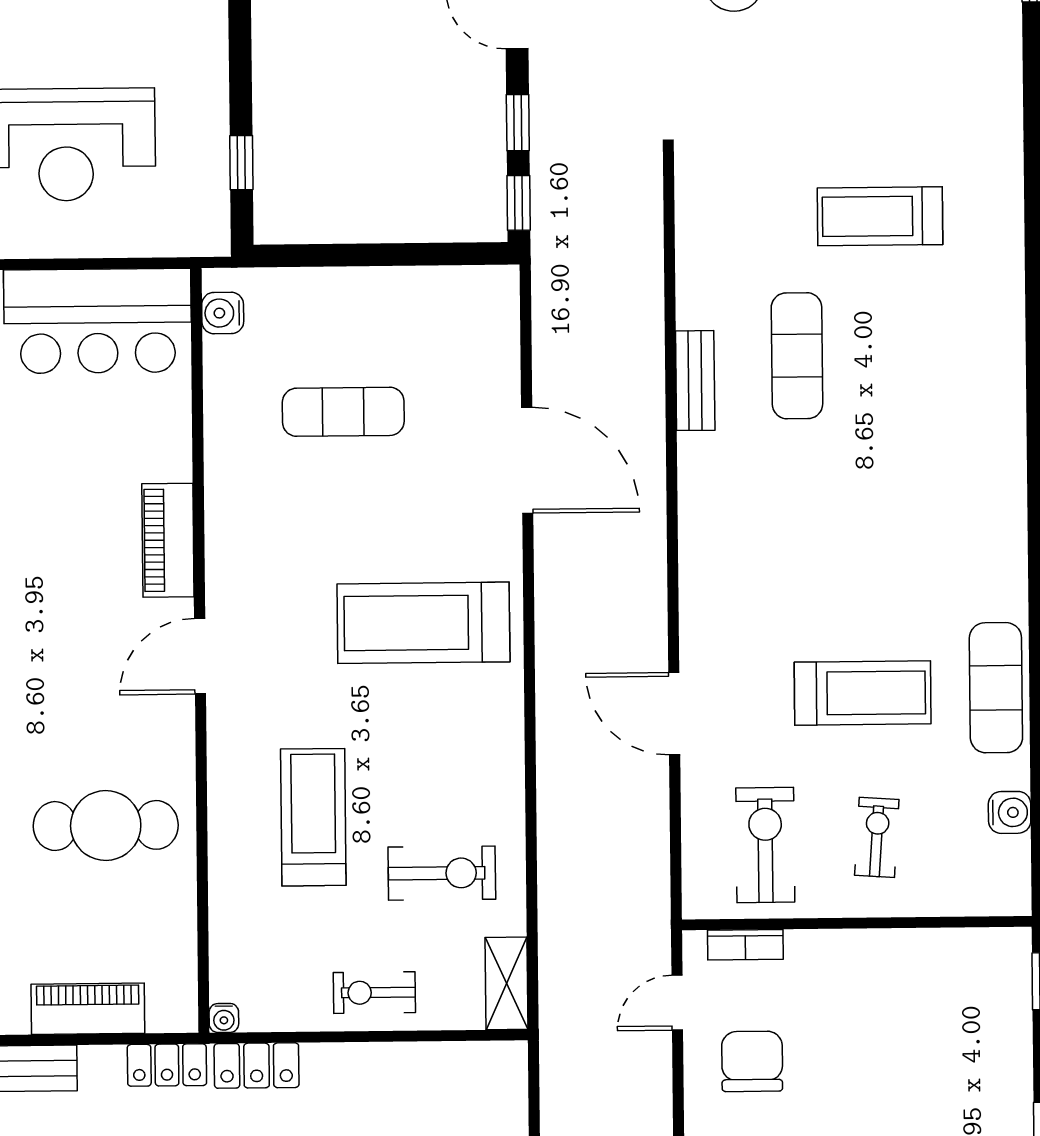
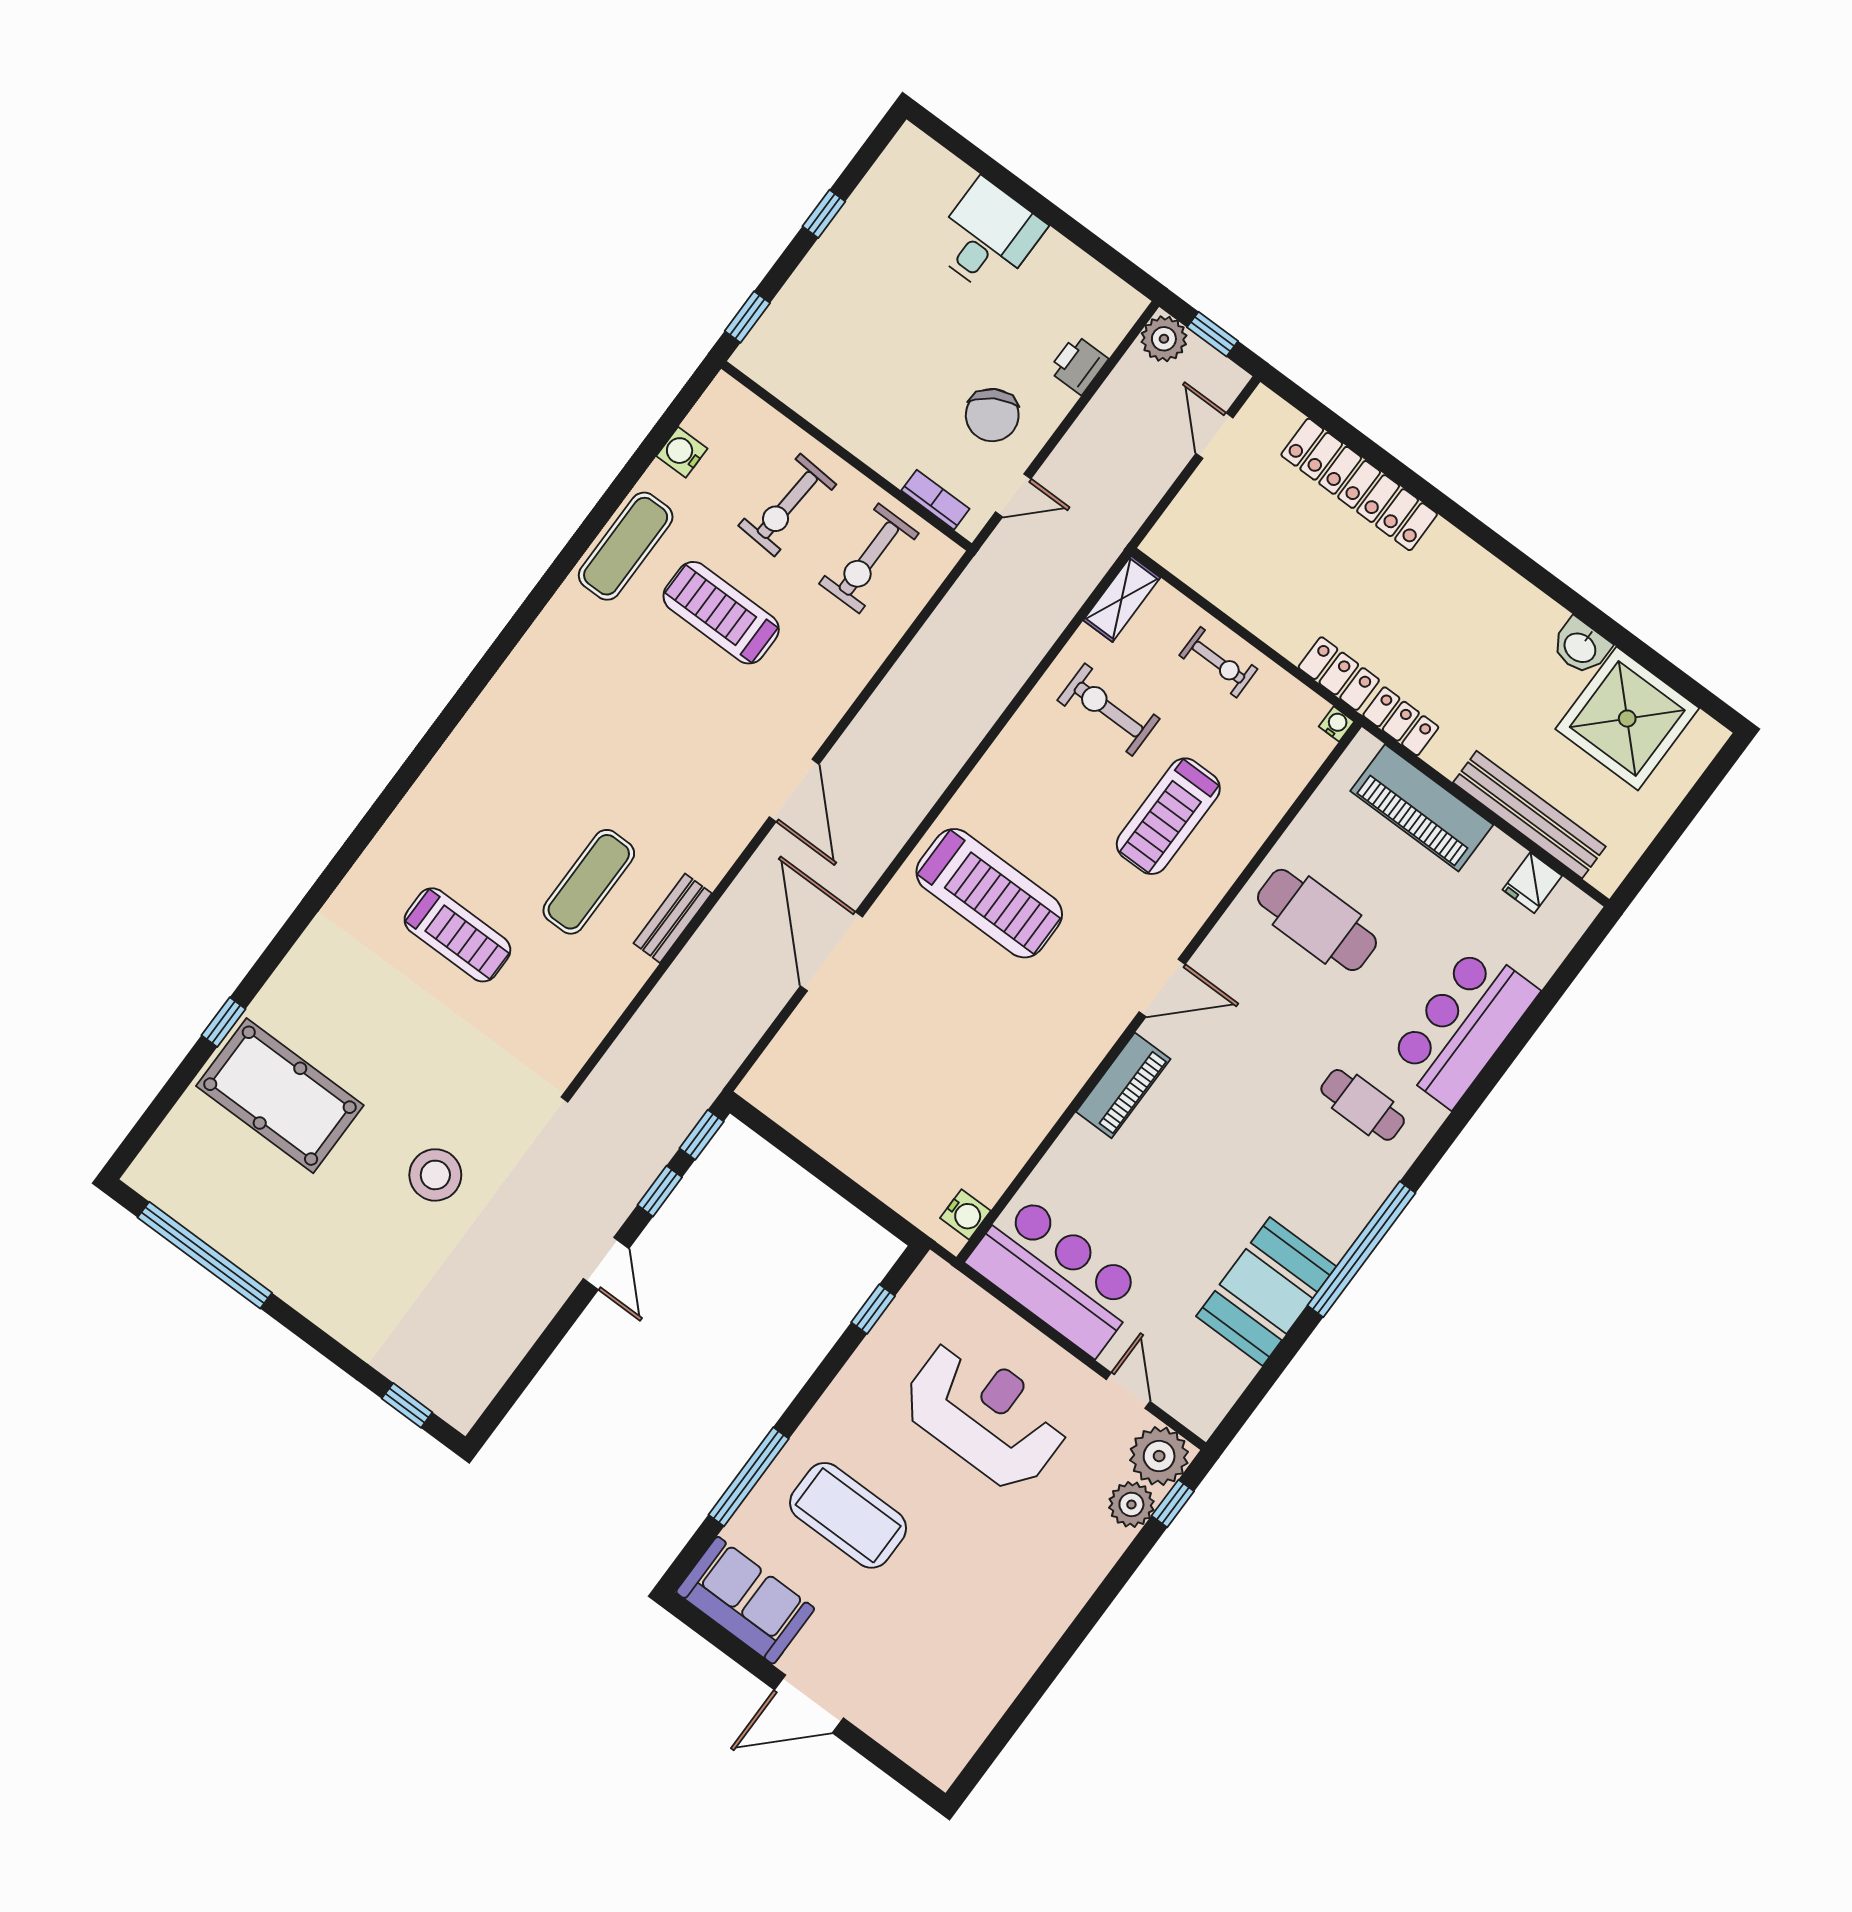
exercise mat: (343, 412) -> (934, 1082), removed
door: (674, 714) -> (794, 790), moved
exercise bike: (877, 837) -> (787, 505), width x1.38, depth x1.39
piano: (88, 1009) -> (1422, 808), width x1.37, depth x1.33
chair: (752, 1061) -> (992, 415), turned -31

